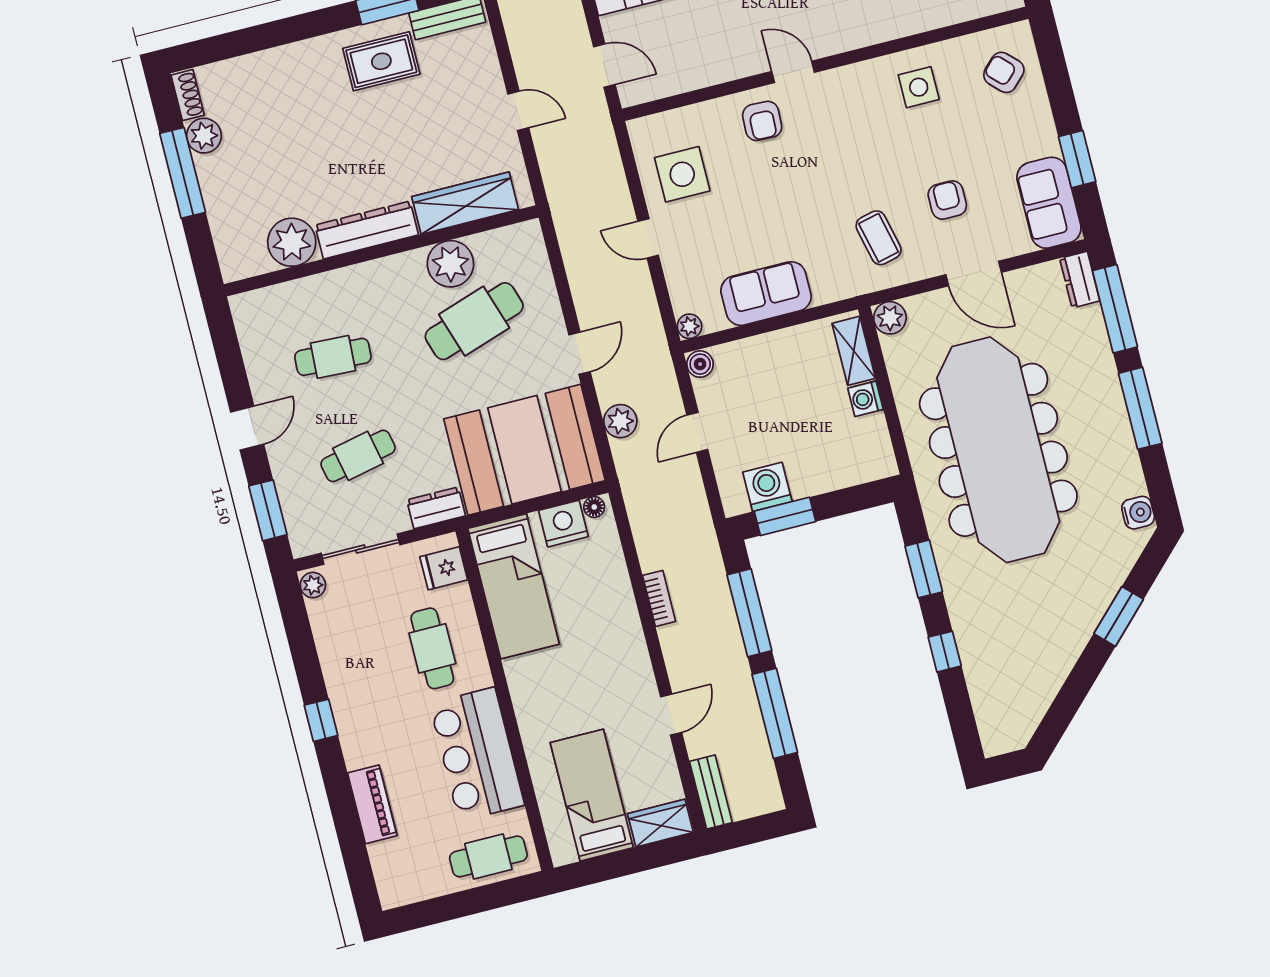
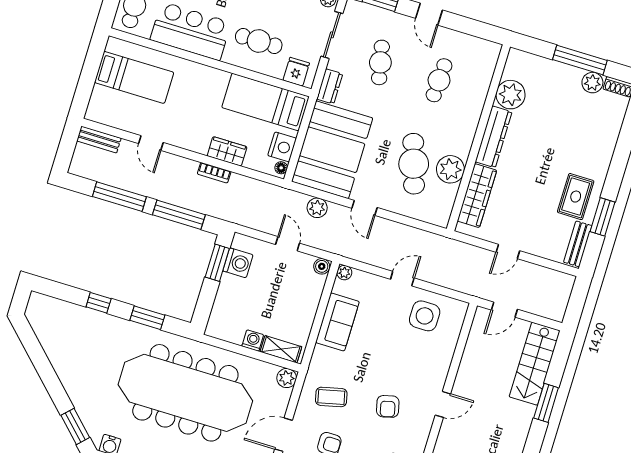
armchair: (762, 121) -> (388, 406), moved, turned -106
window: (1119, 616) -> (75, 426), moved
wardrobe: (660, 823) -> (227, 151), moved, turned -90

